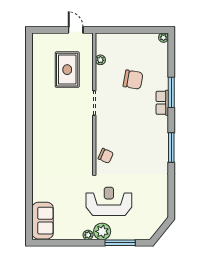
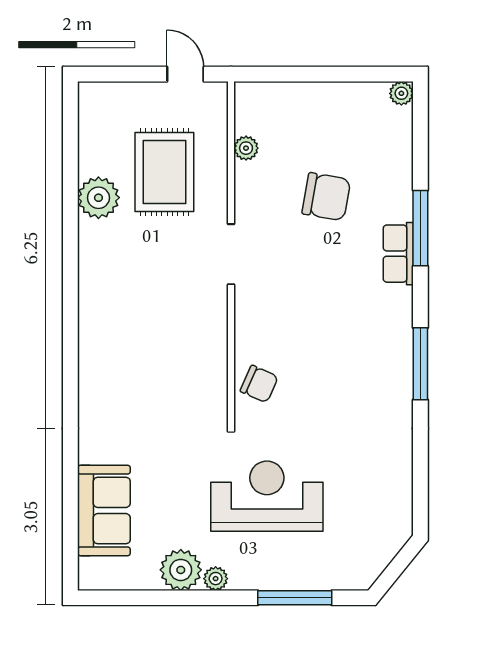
plant: (40, 80) -> (98, 198), added
sofa: (43, 221) -> (104, 510), moved
plant: (102, 231) -> (181, 570), moved

